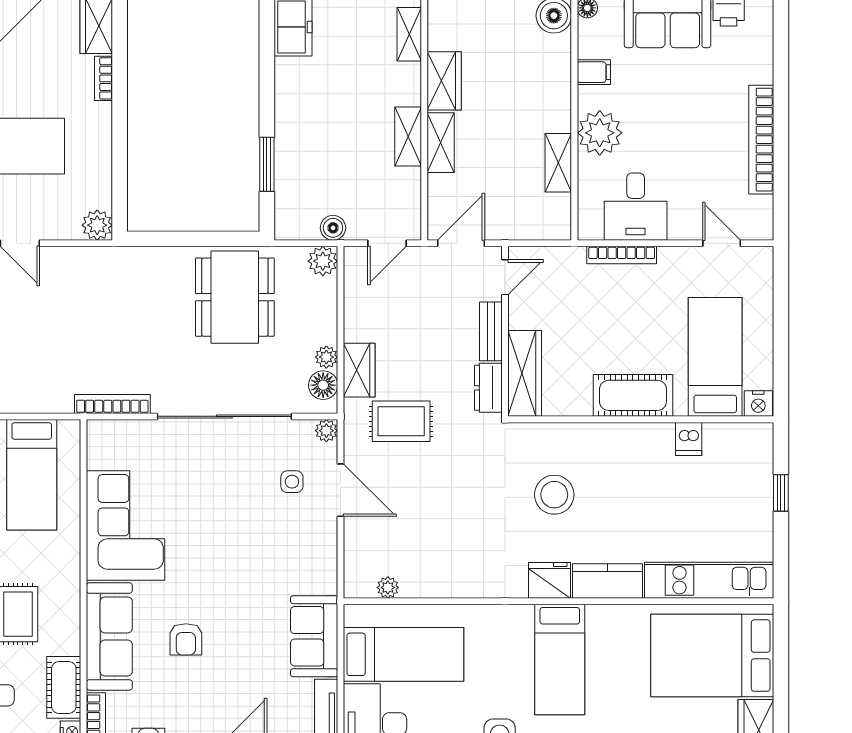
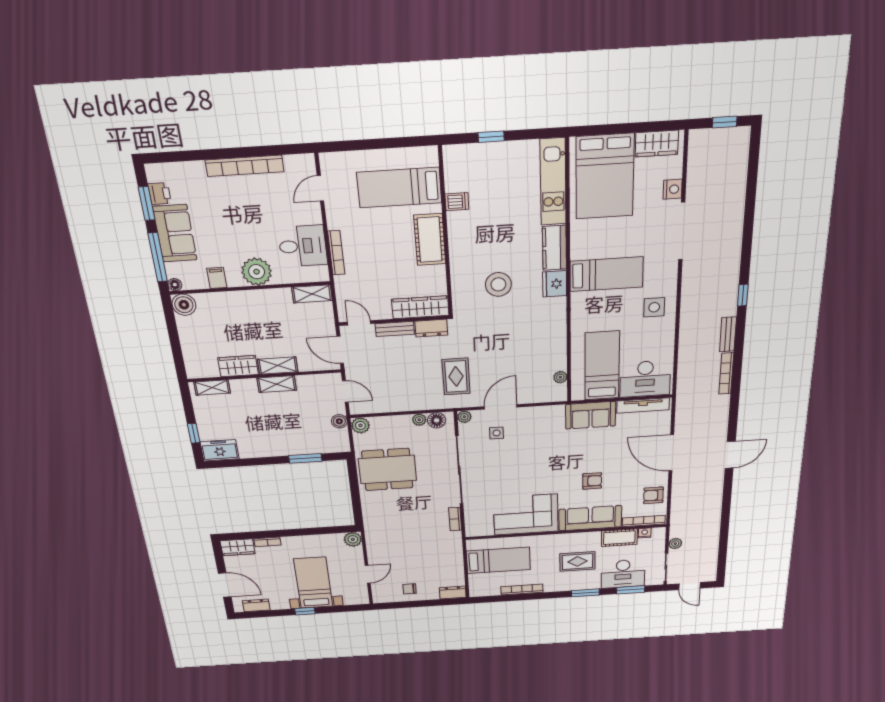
shelving: (558, 163) -> (312, 294), moved
wardrobe: (359, 370) -> (426, 402), removed
bookcase: (112, 404) -> (455, 519), width x0.64
nightstand: (758, 404) -> (429, 156), removed

